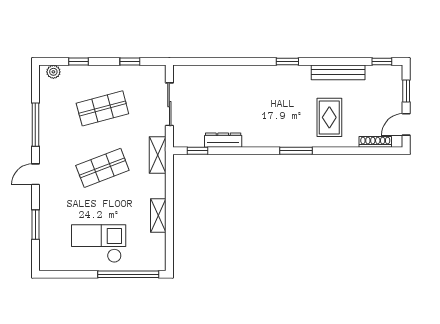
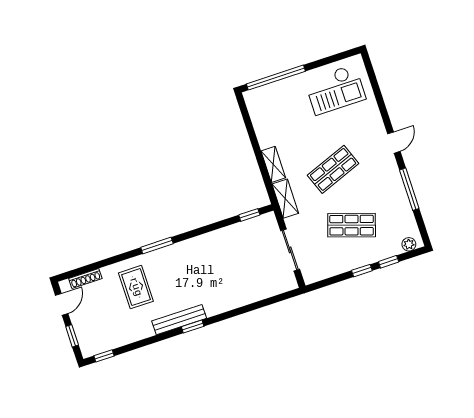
window: (130, 61) -> (362, 271), moved
bench: (338, 72) -> (179, 320), moved
shop shelf: (102, 108) -> (352, 225), turned 33
dresser: (223, 140) -> (228, 233), removed
shelving: (158, 216) -> (273, 164), moved
window: (35, 225) -> (378, 95), removed
checkout: (99, 244) -> (335, 90), moved

